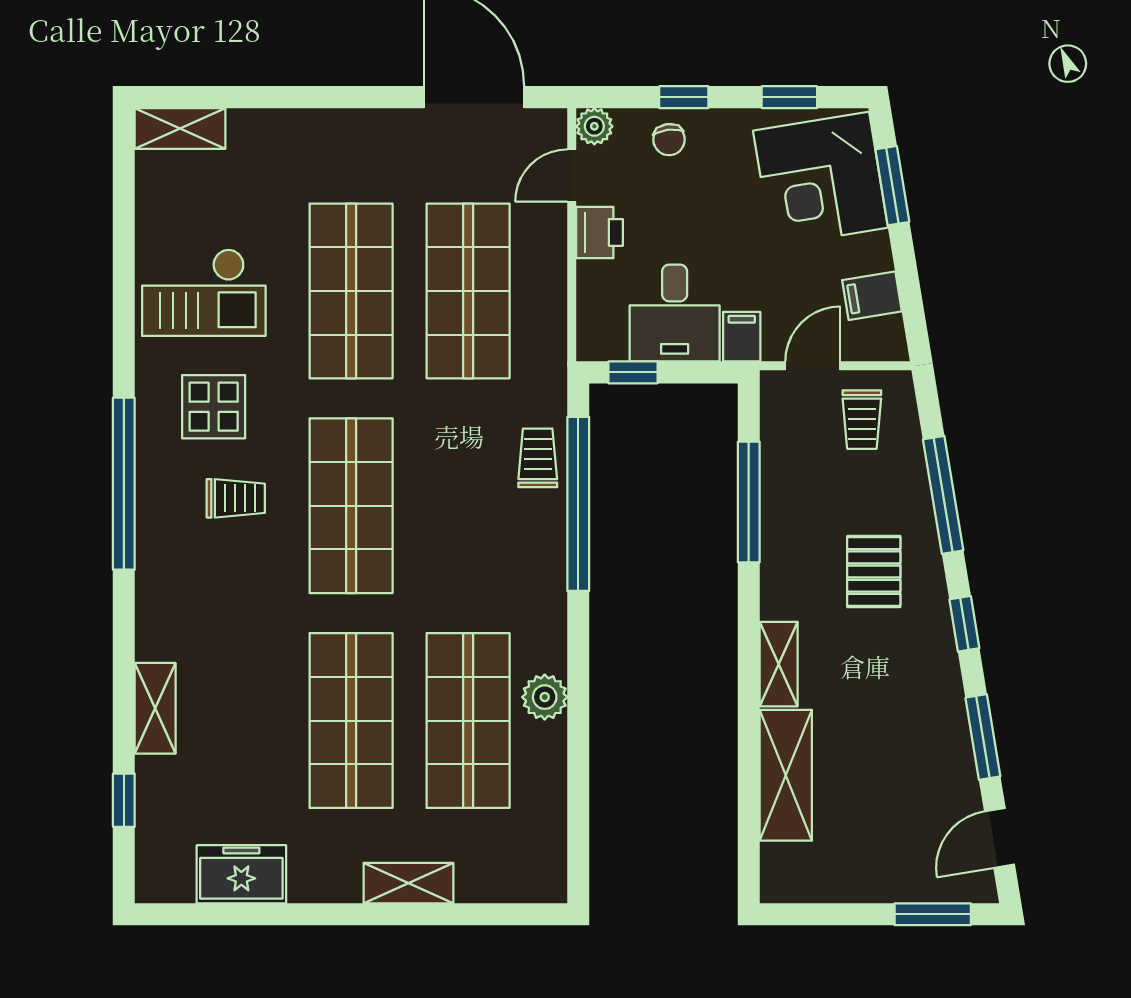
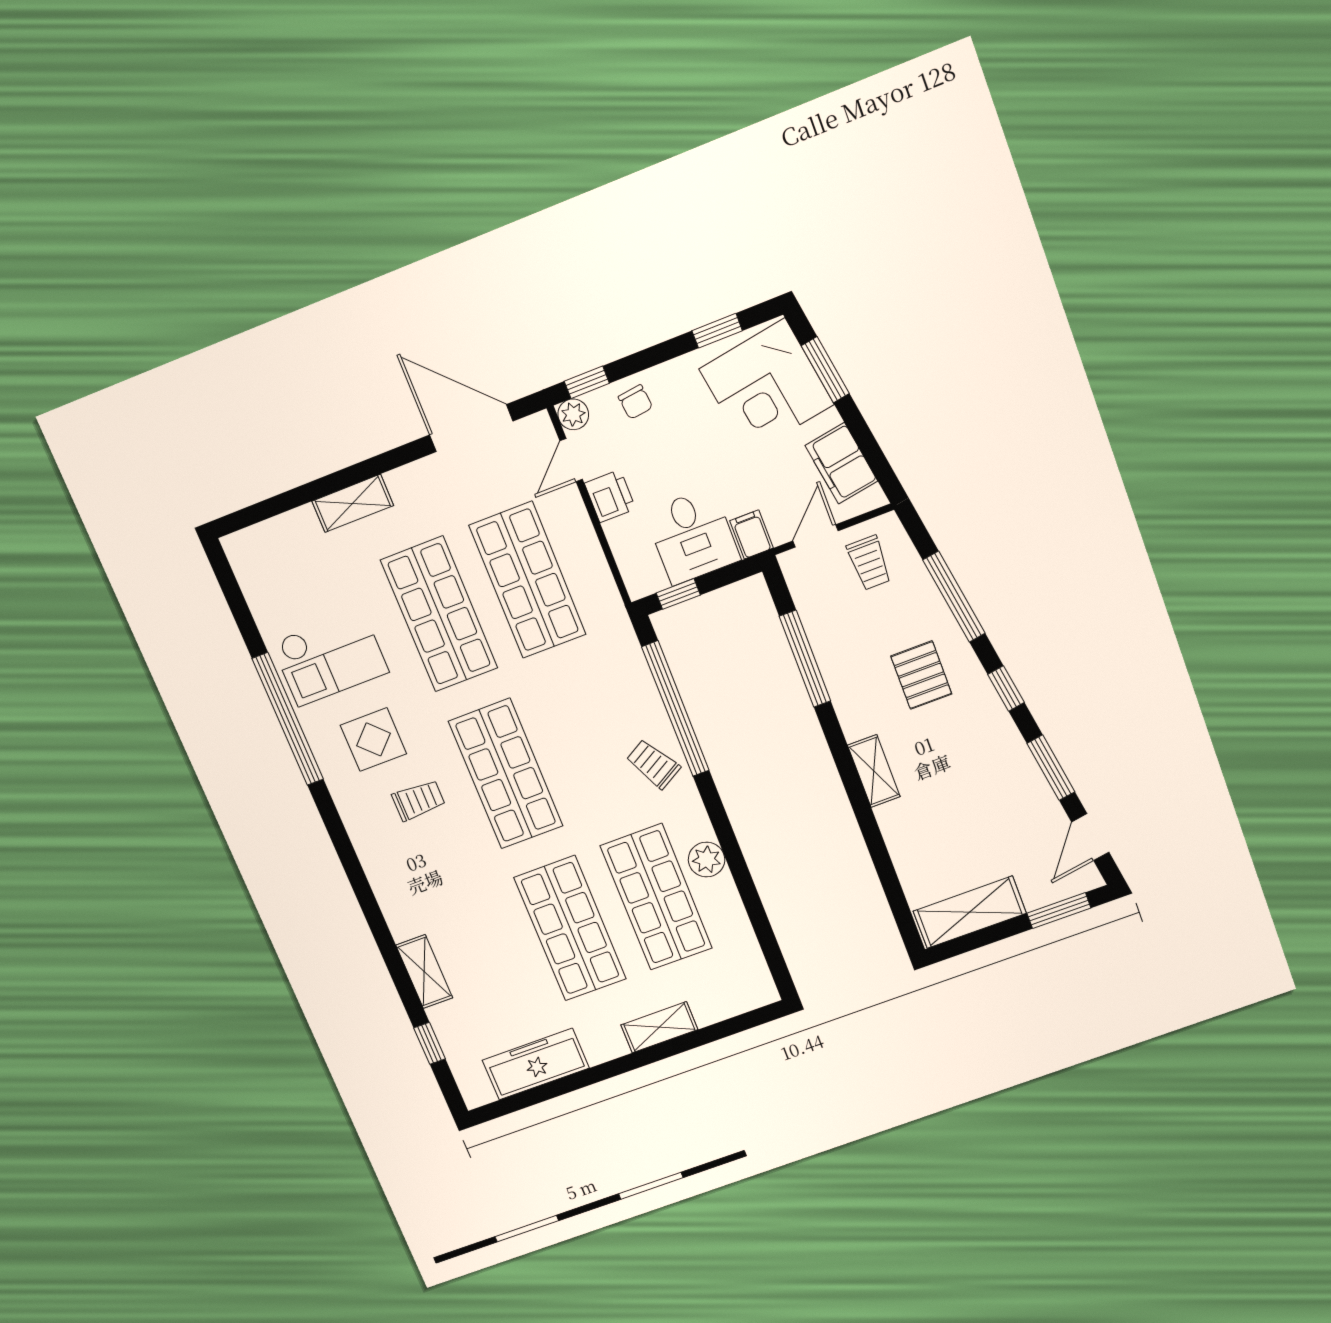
window: (684, 97) -> (587, 382), moved
shelving: (180, 128) -> (353, 503), moved
filing cabinet: (872, 296) -> (841, 463), width x2.00
trolley: (538, 458) -> (653, 764), moved, turned -30
window: (124, 484) -> (288, 719), moved
shelving: (786, 775) -> (970, 912), moved, turned 90
freezer: (241, 874) -> (536, 1064), width x1.40

